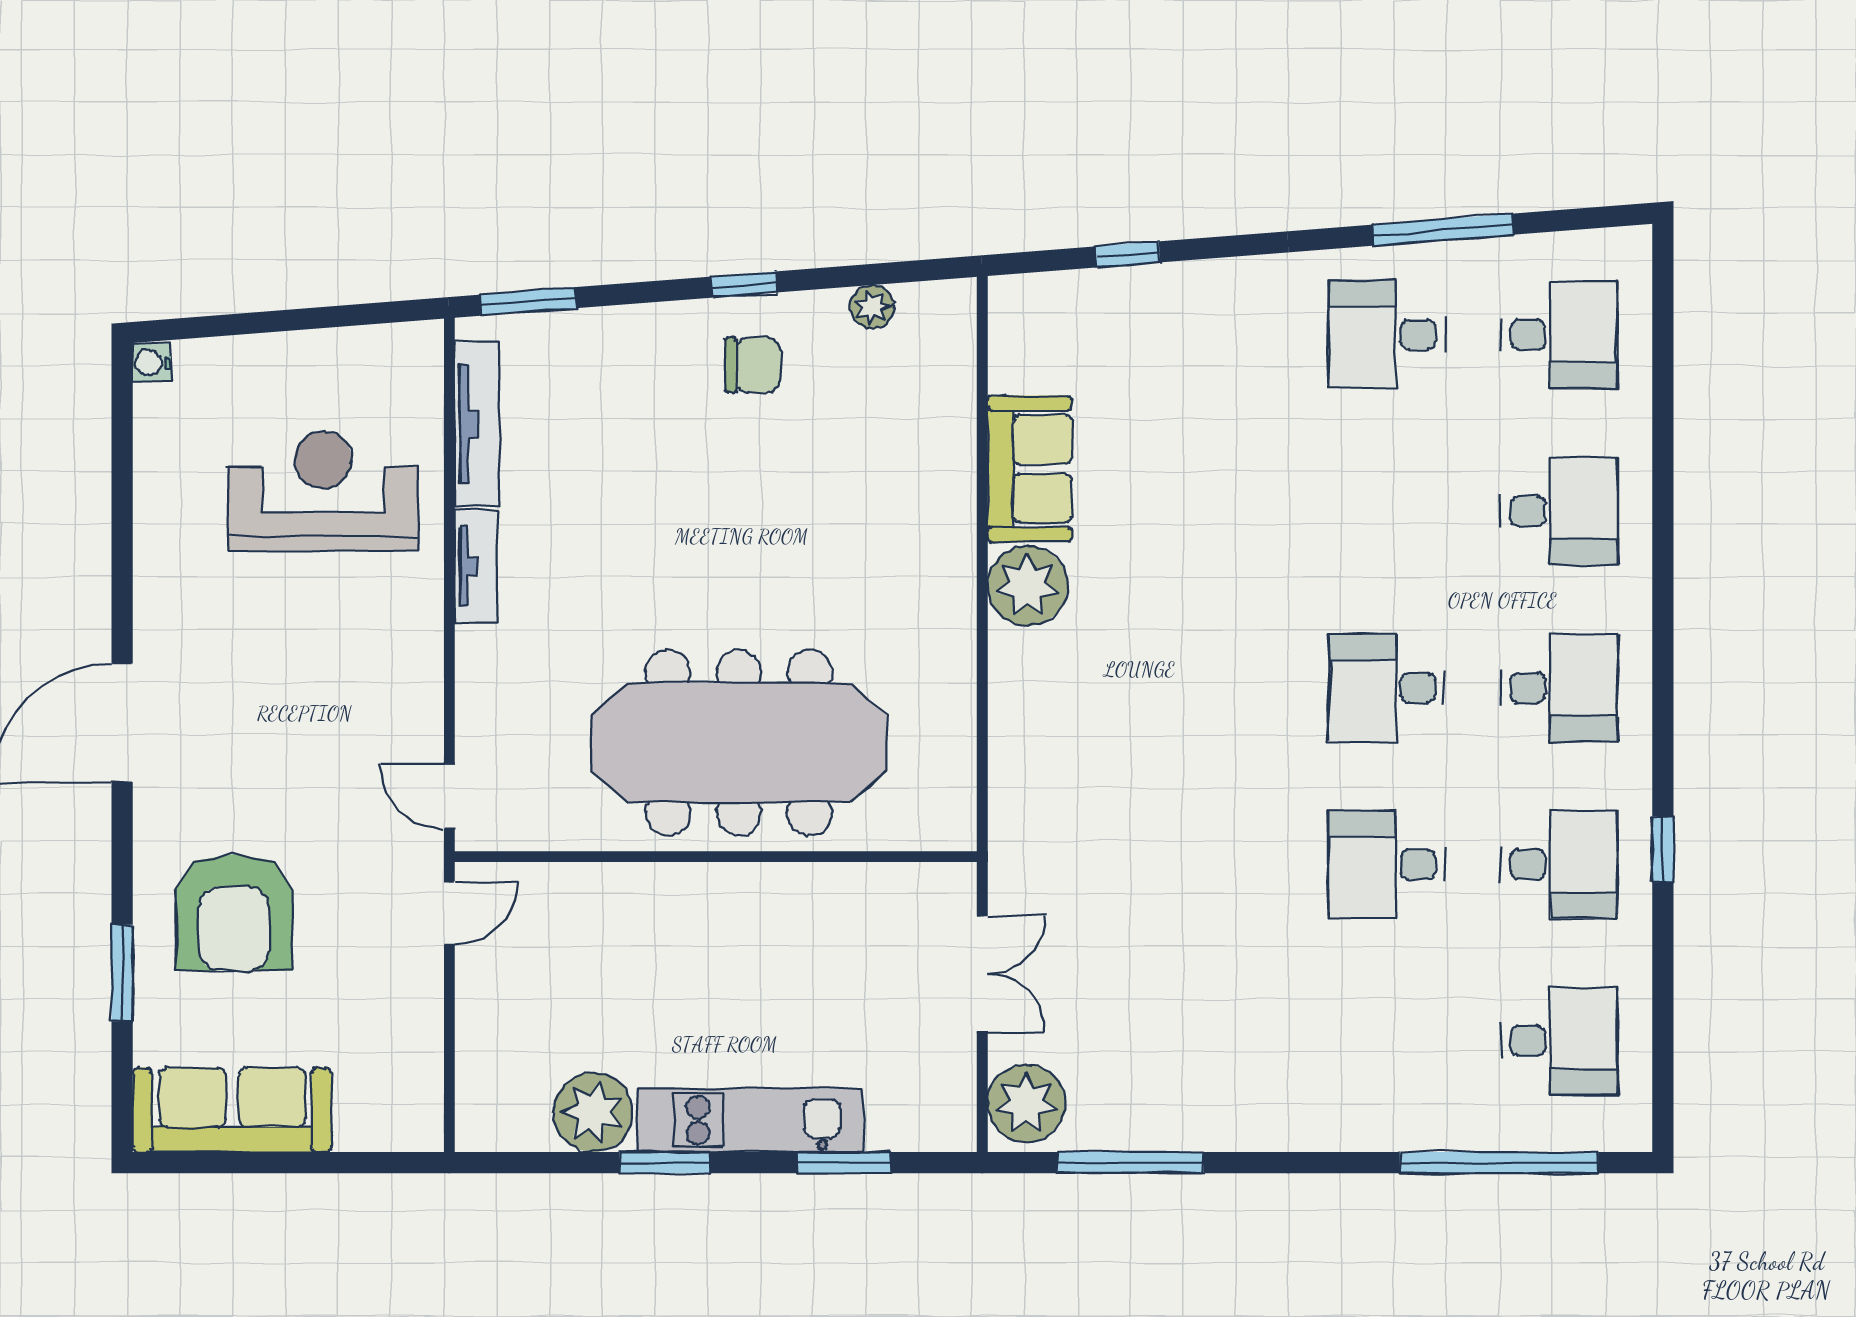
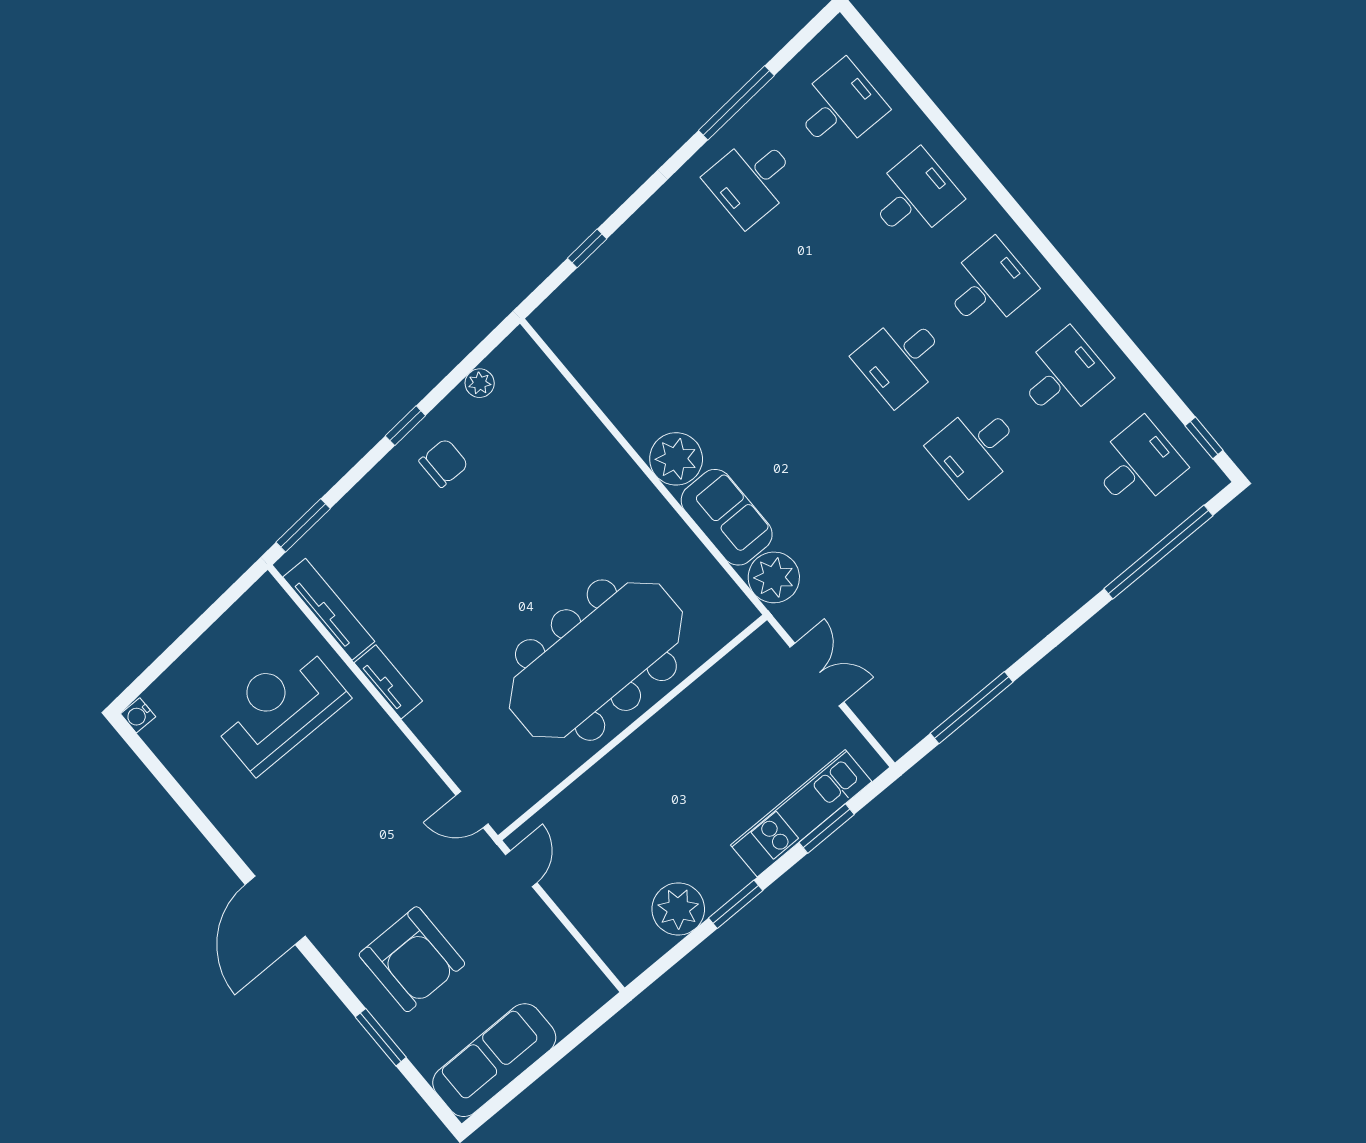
sofa: (1030, 469) -> (727, 517), moved
window: (1663, 849) -> (1204, 438), moved
plant: (1026, 1103) -> (774, 577), moved
kitchen unit: (750, 1120) -> (801, 813), moved

